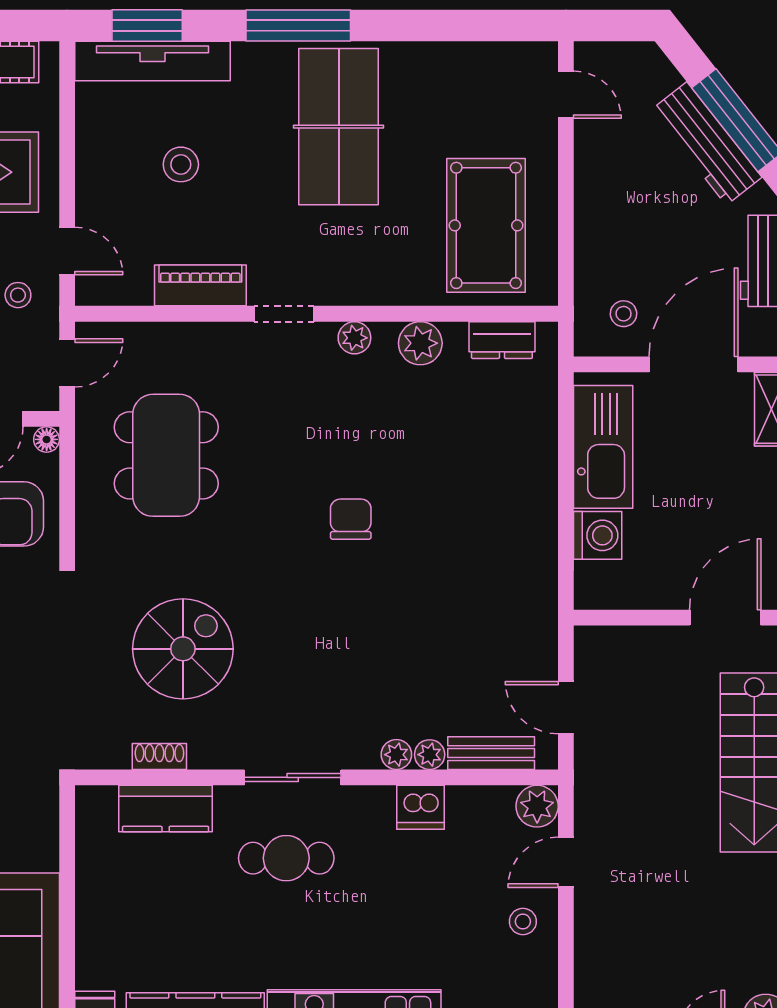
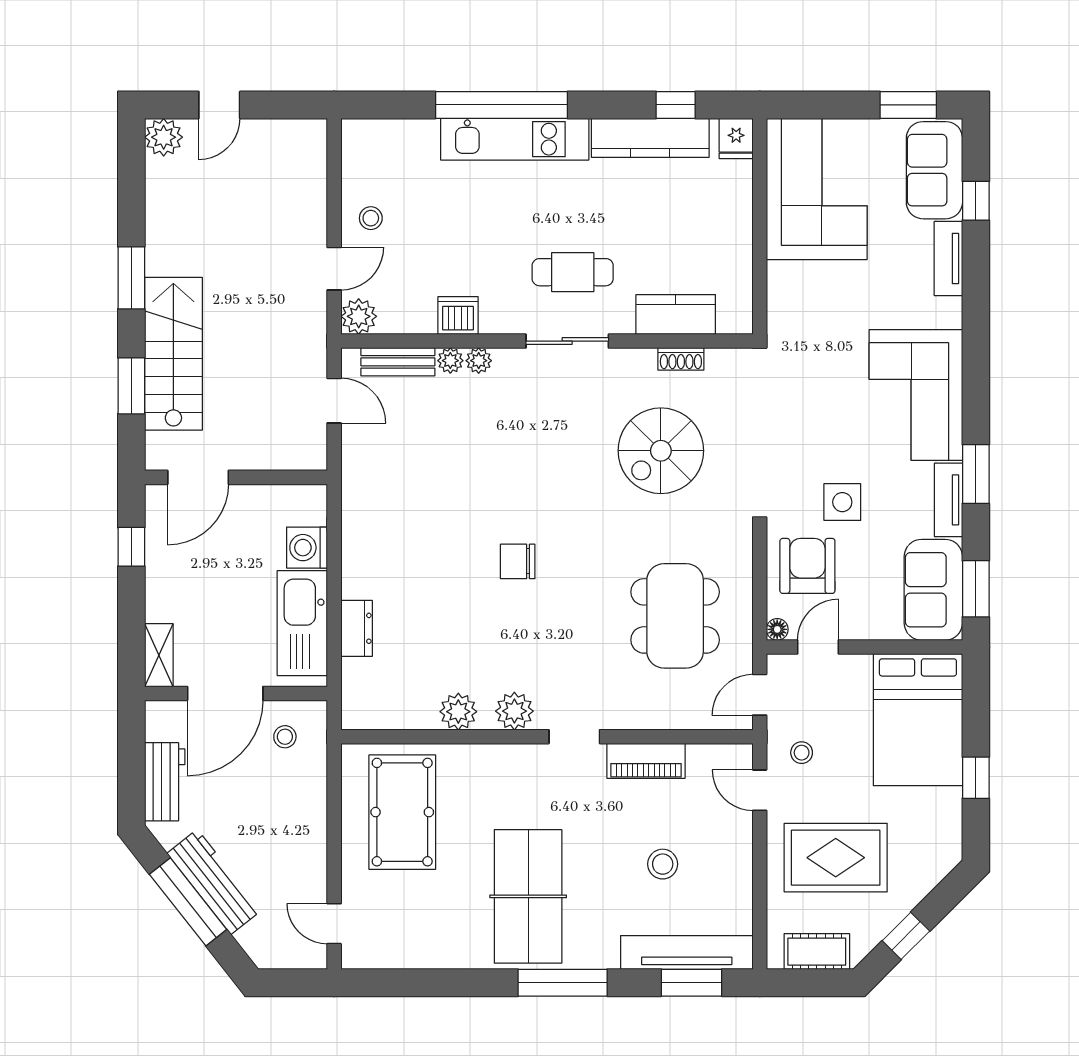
plant: (354, 338) -> (514, 711), width x1.38, depth x1.38
dresser: (502, 340) -> (357, 628), moved, turned 90
chair: (351, 519) -> (518, 561), turned 90

